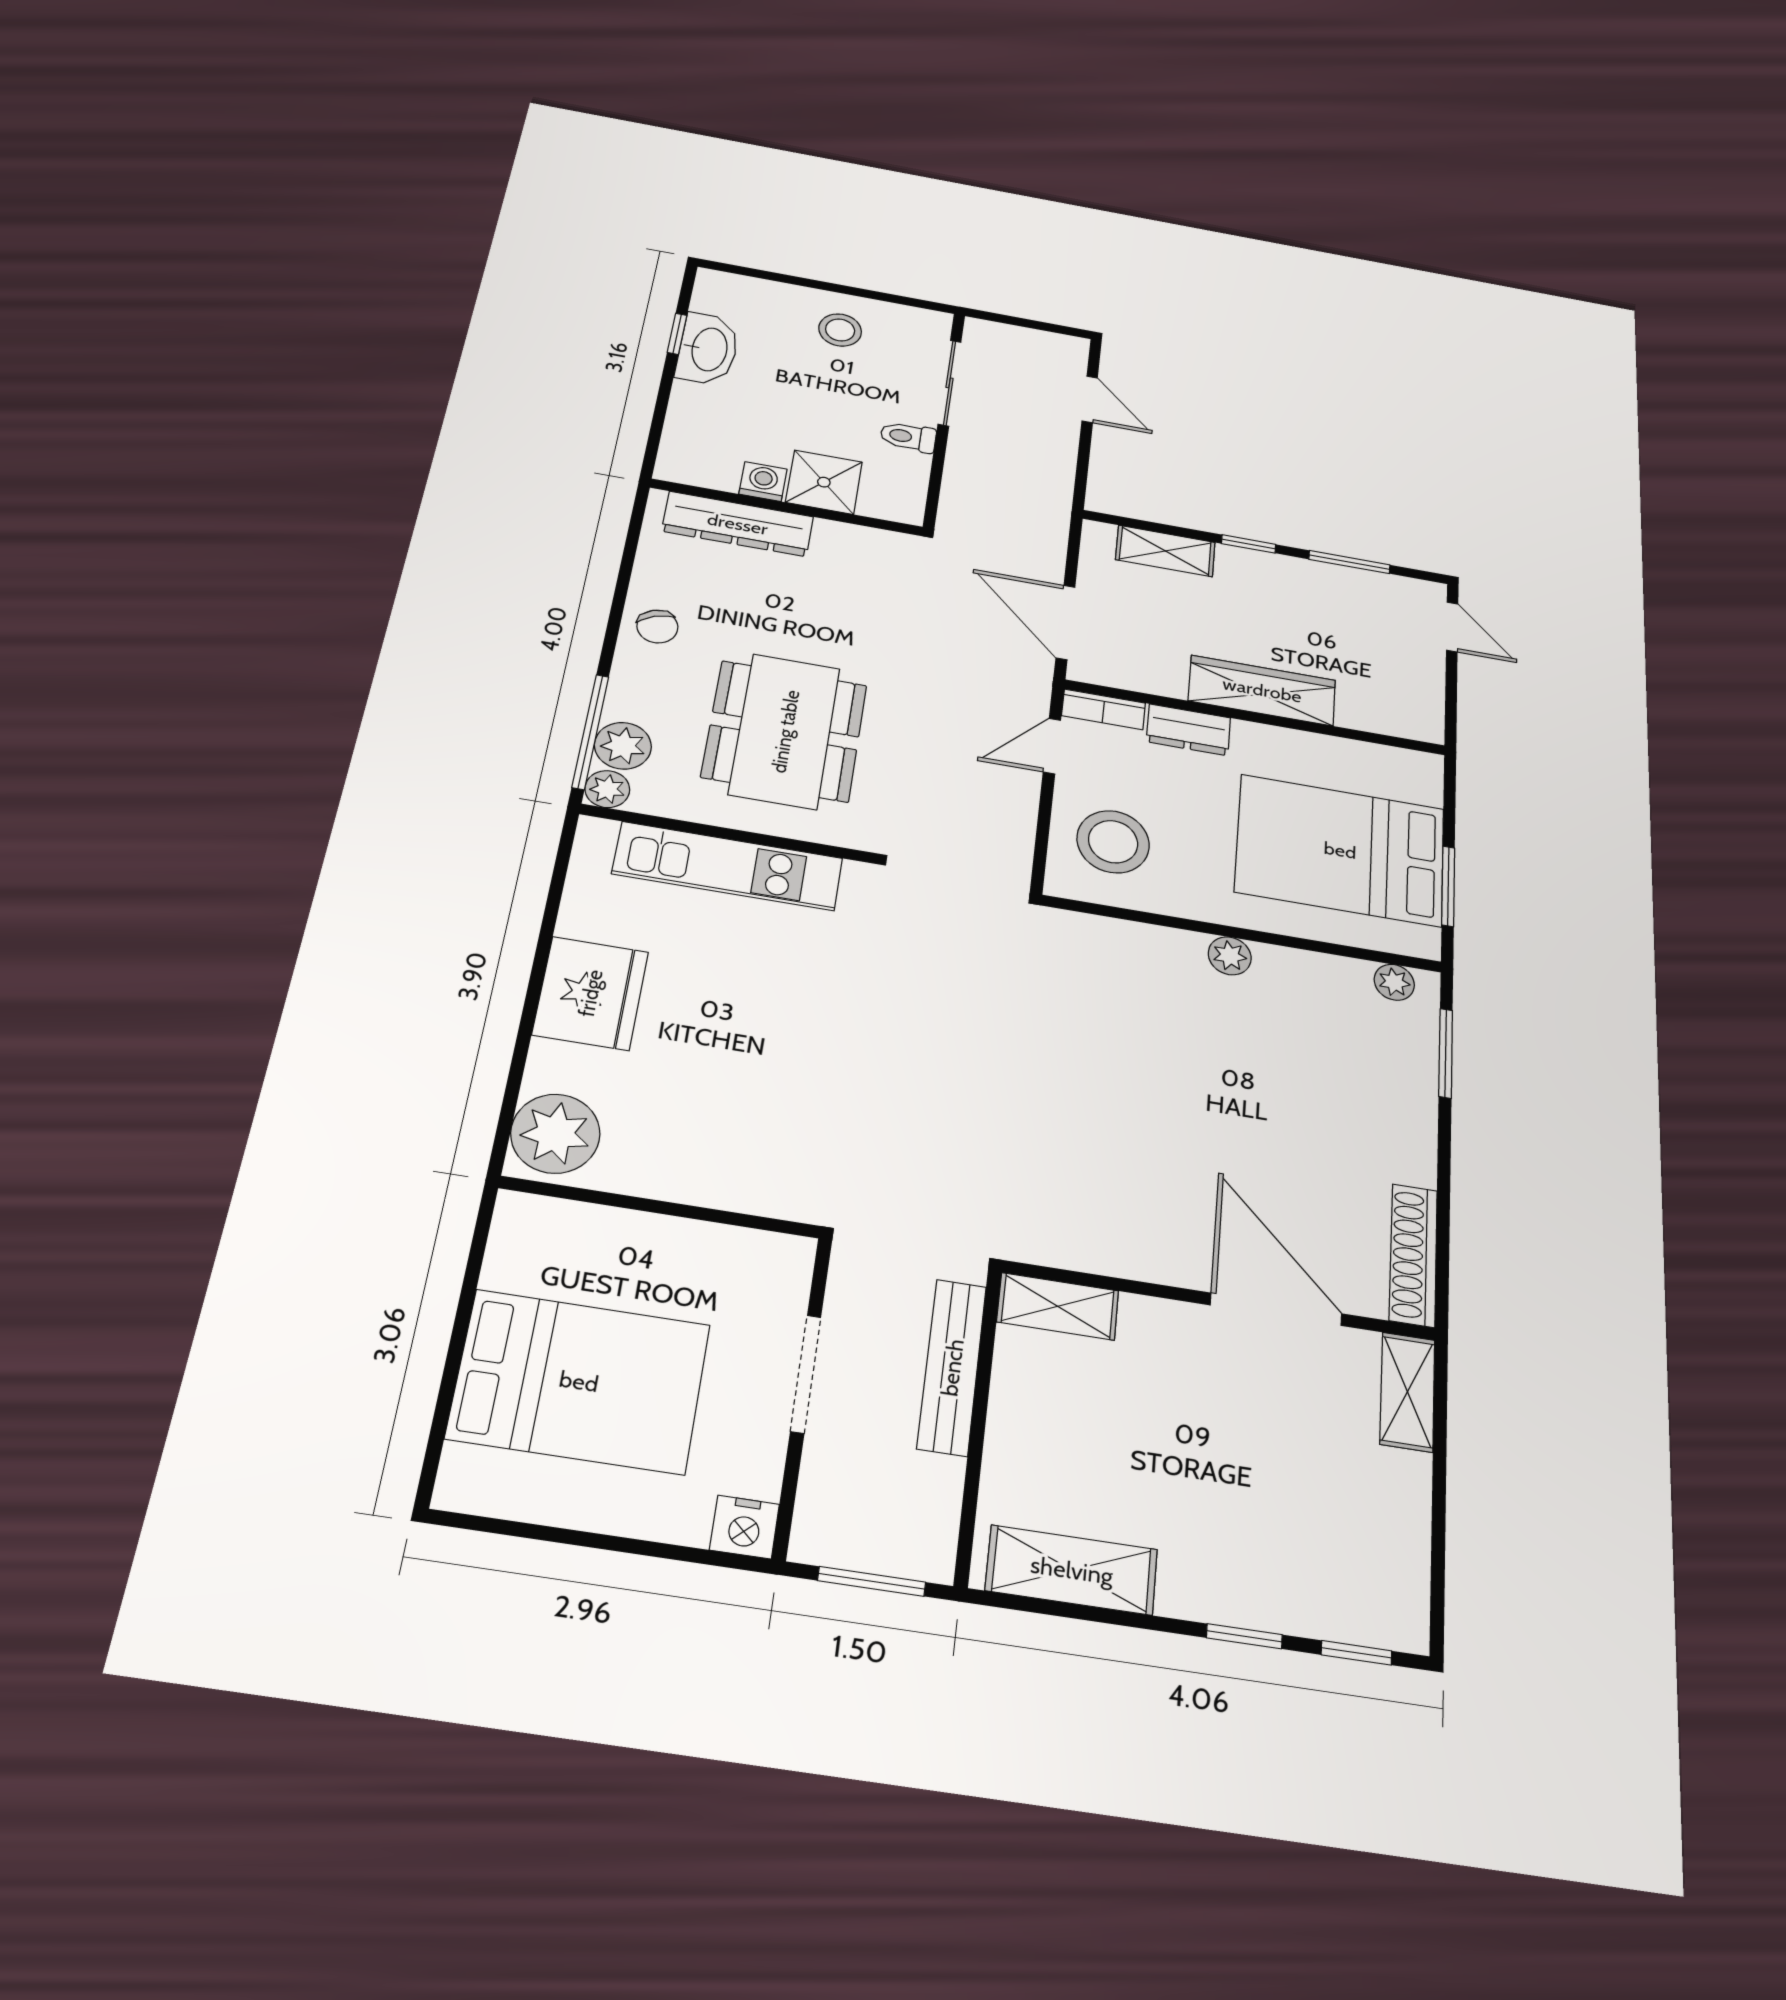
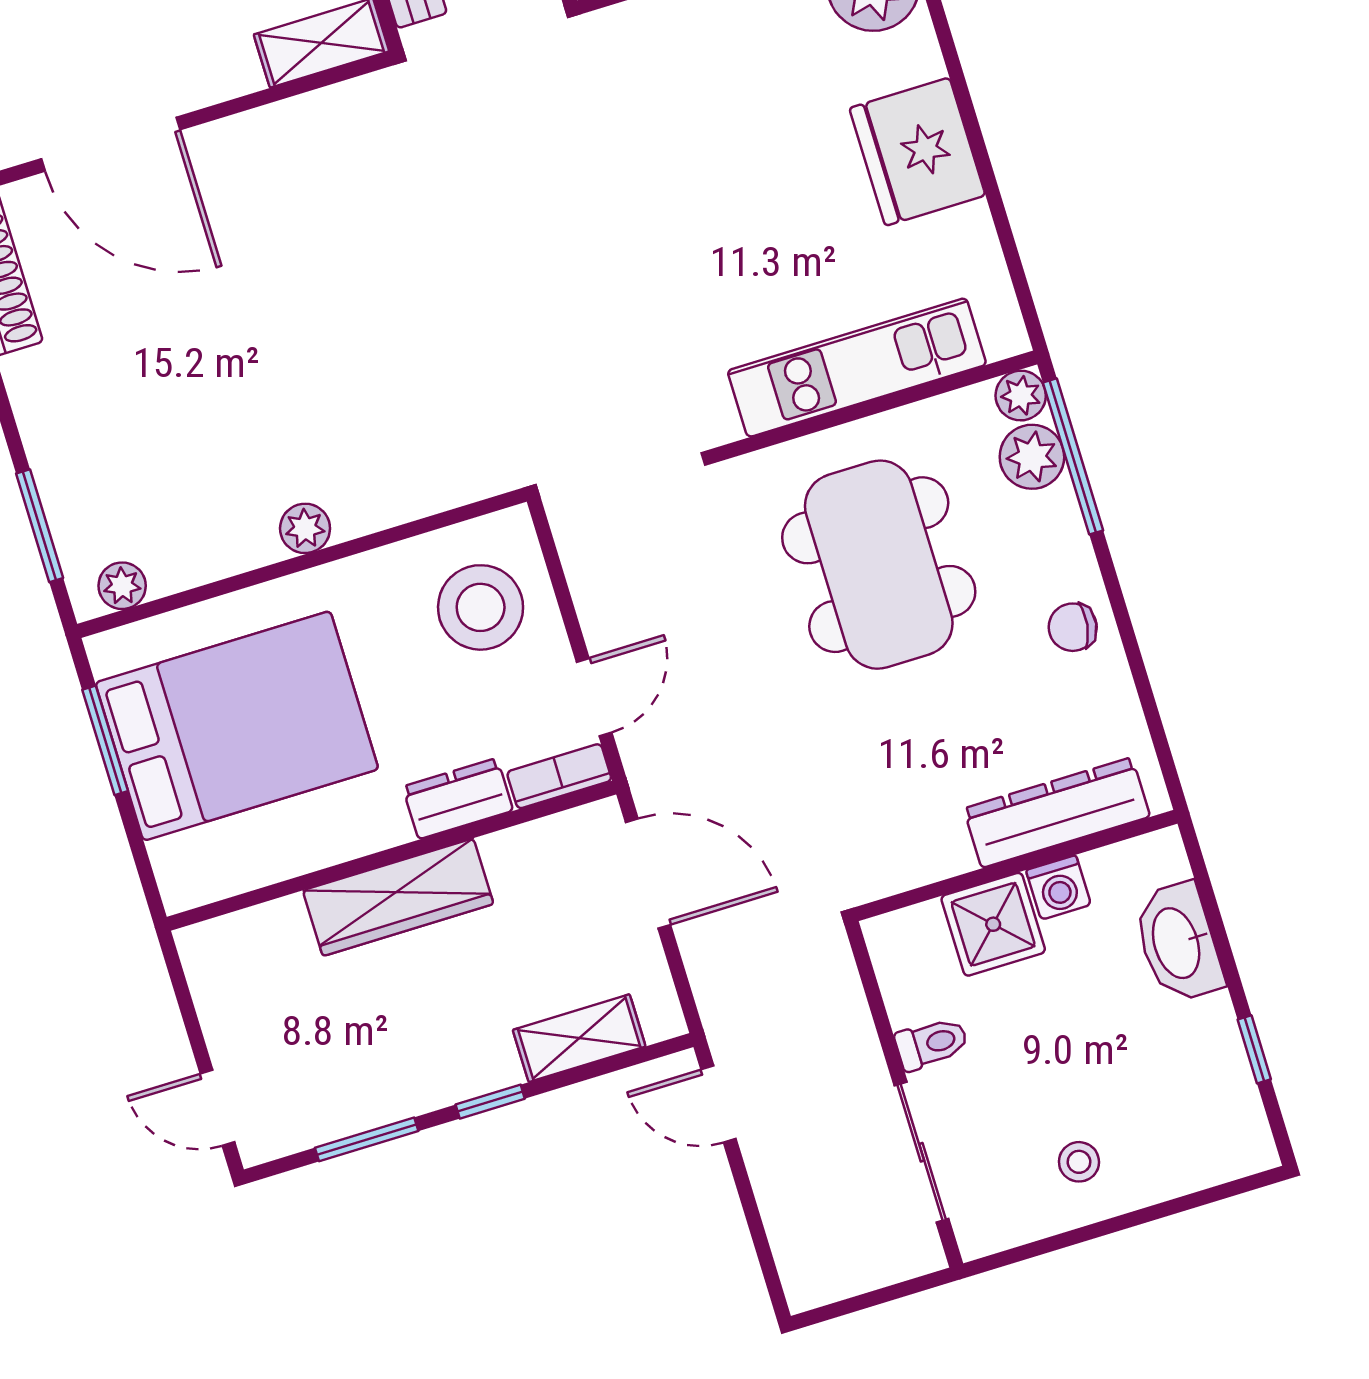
stool: (840, 330) -> (1079, 1162), width x0.73, depth x0.73
washbasin: (708, 349) -> (1178, 943), moved
door: (1090, 399) -> (719, 1104), moved
chair: (657, 627) -> (1073, 627), turned -60

